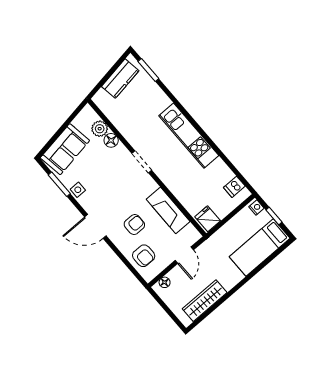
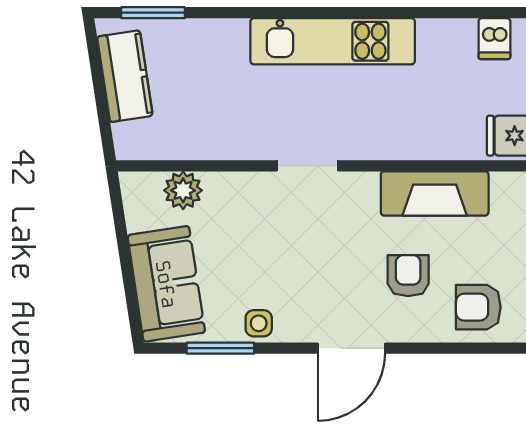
floor lamp: (111, 140) -> (221, 188), removed
armchair: (144, 256) -> (478, 307), turned 180

